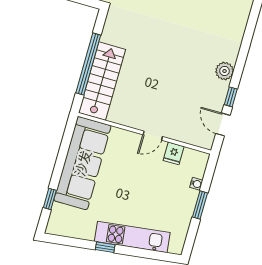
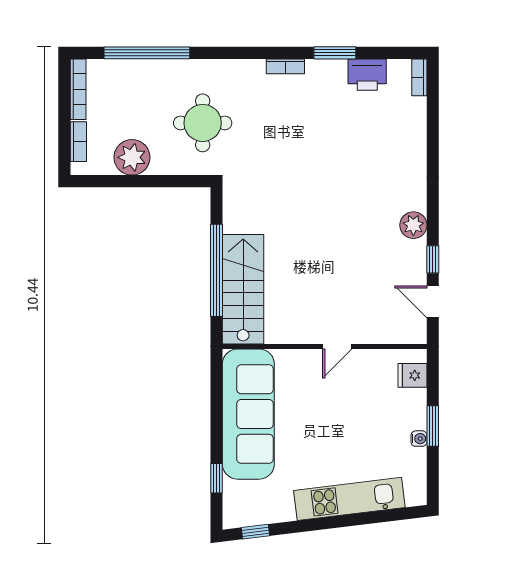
fridge: (174, 153) -> (412, 375), moved, turned 90
water cooler: (196, 184) -> (419, 439), moved
window: (105, 247) -> (255, 532), moved

